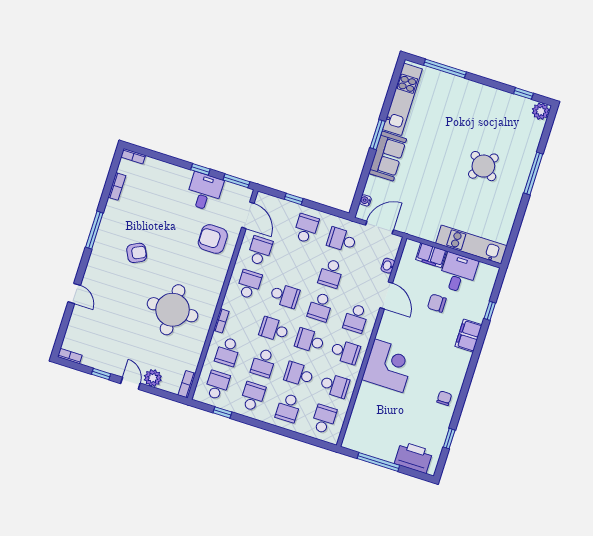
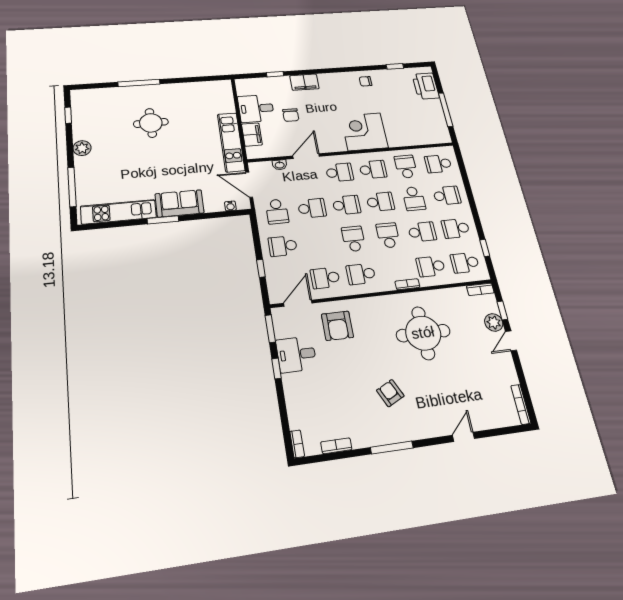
plant: (541, 111) -> (82, 148), moved
round table: (483, 166) -> (151, 123), turned -36
kitchen unit: (471, 245) -> (231, 142), moved
school desk: (274, 329) -> (388, 235), turned 180
school desk: (310, 341) -> (380, 202), turned -90
school desk: (228, 352) -> (431, 266), turned 180
school desk: (345, 352) -> (373, 169), turned 90
bookcase: (70, 356) -> (521, 404), width x1.56
window: (101, 374) -> (502, 310), moved

